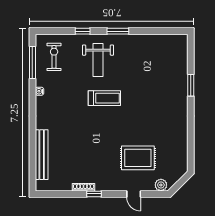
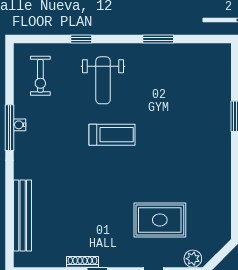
window: (118, 31) -> (158, 39), moved
exercise bike: (54, 57) -> (40, 76), turned 180
window: (32, 63) -> (10, 128), moved

